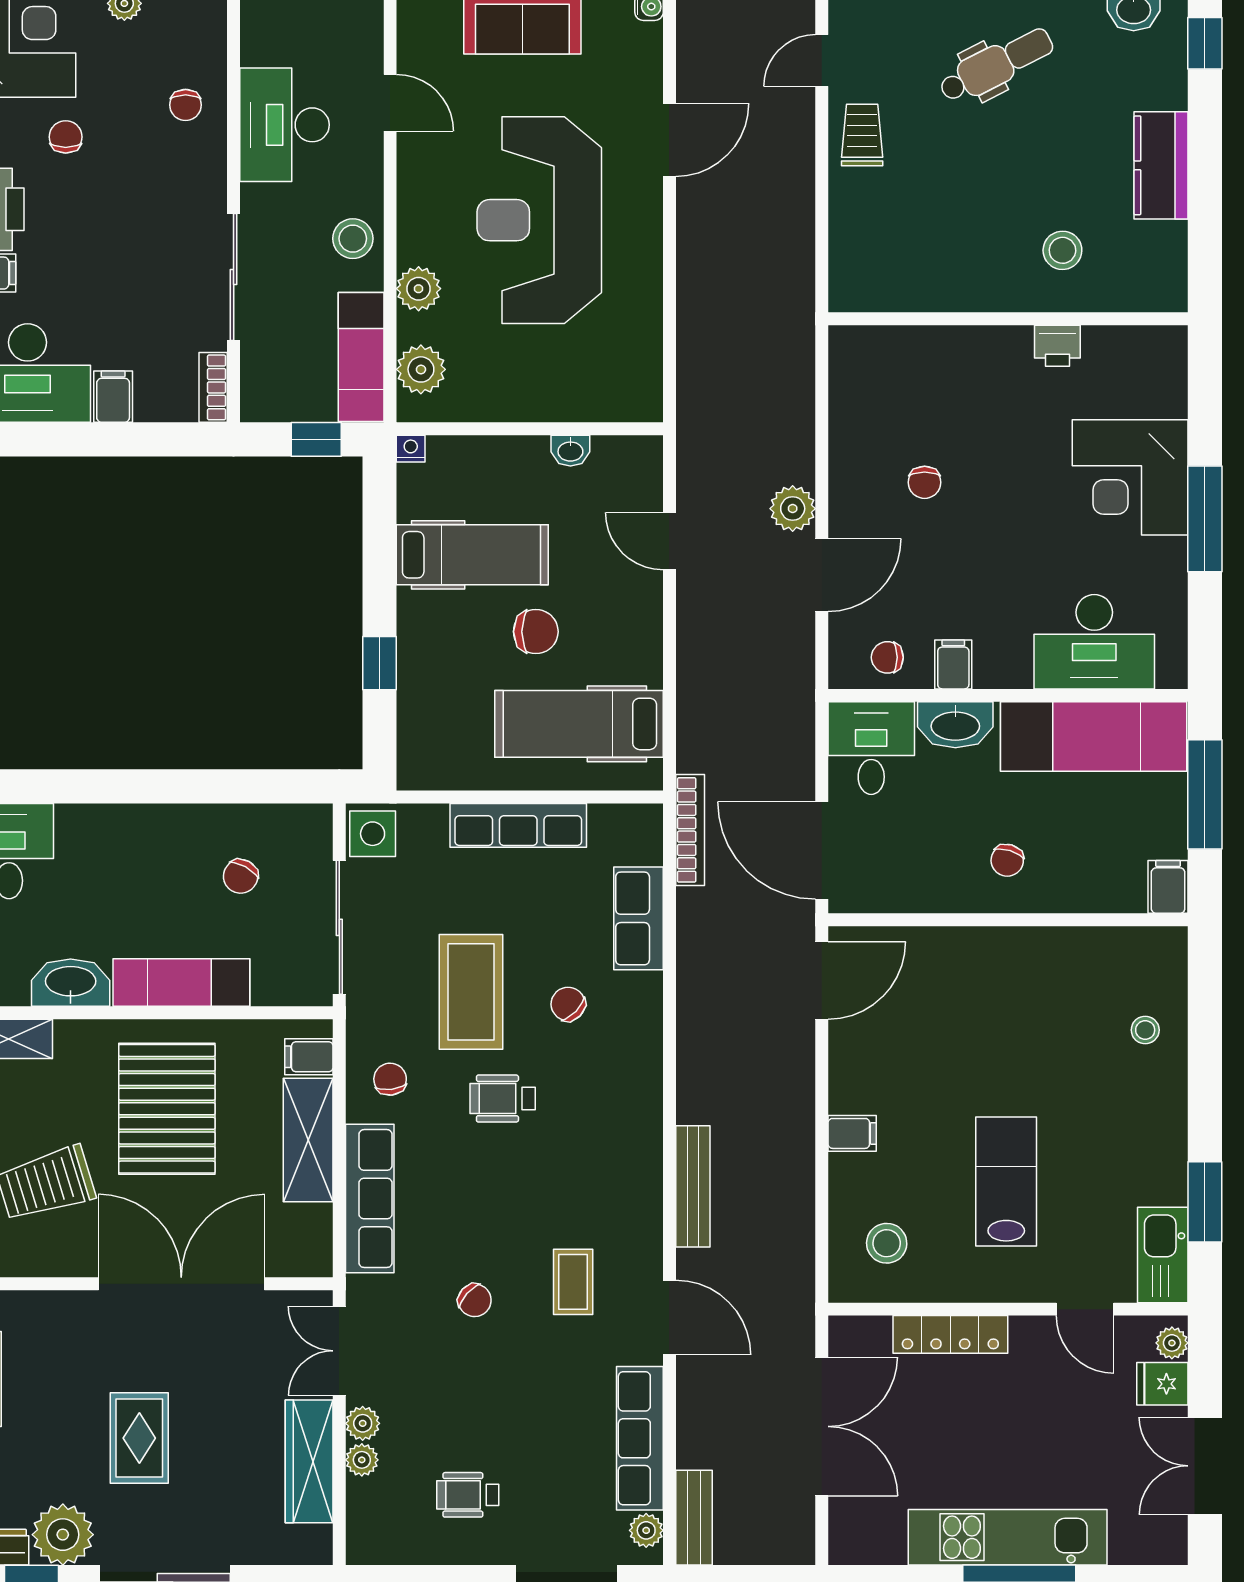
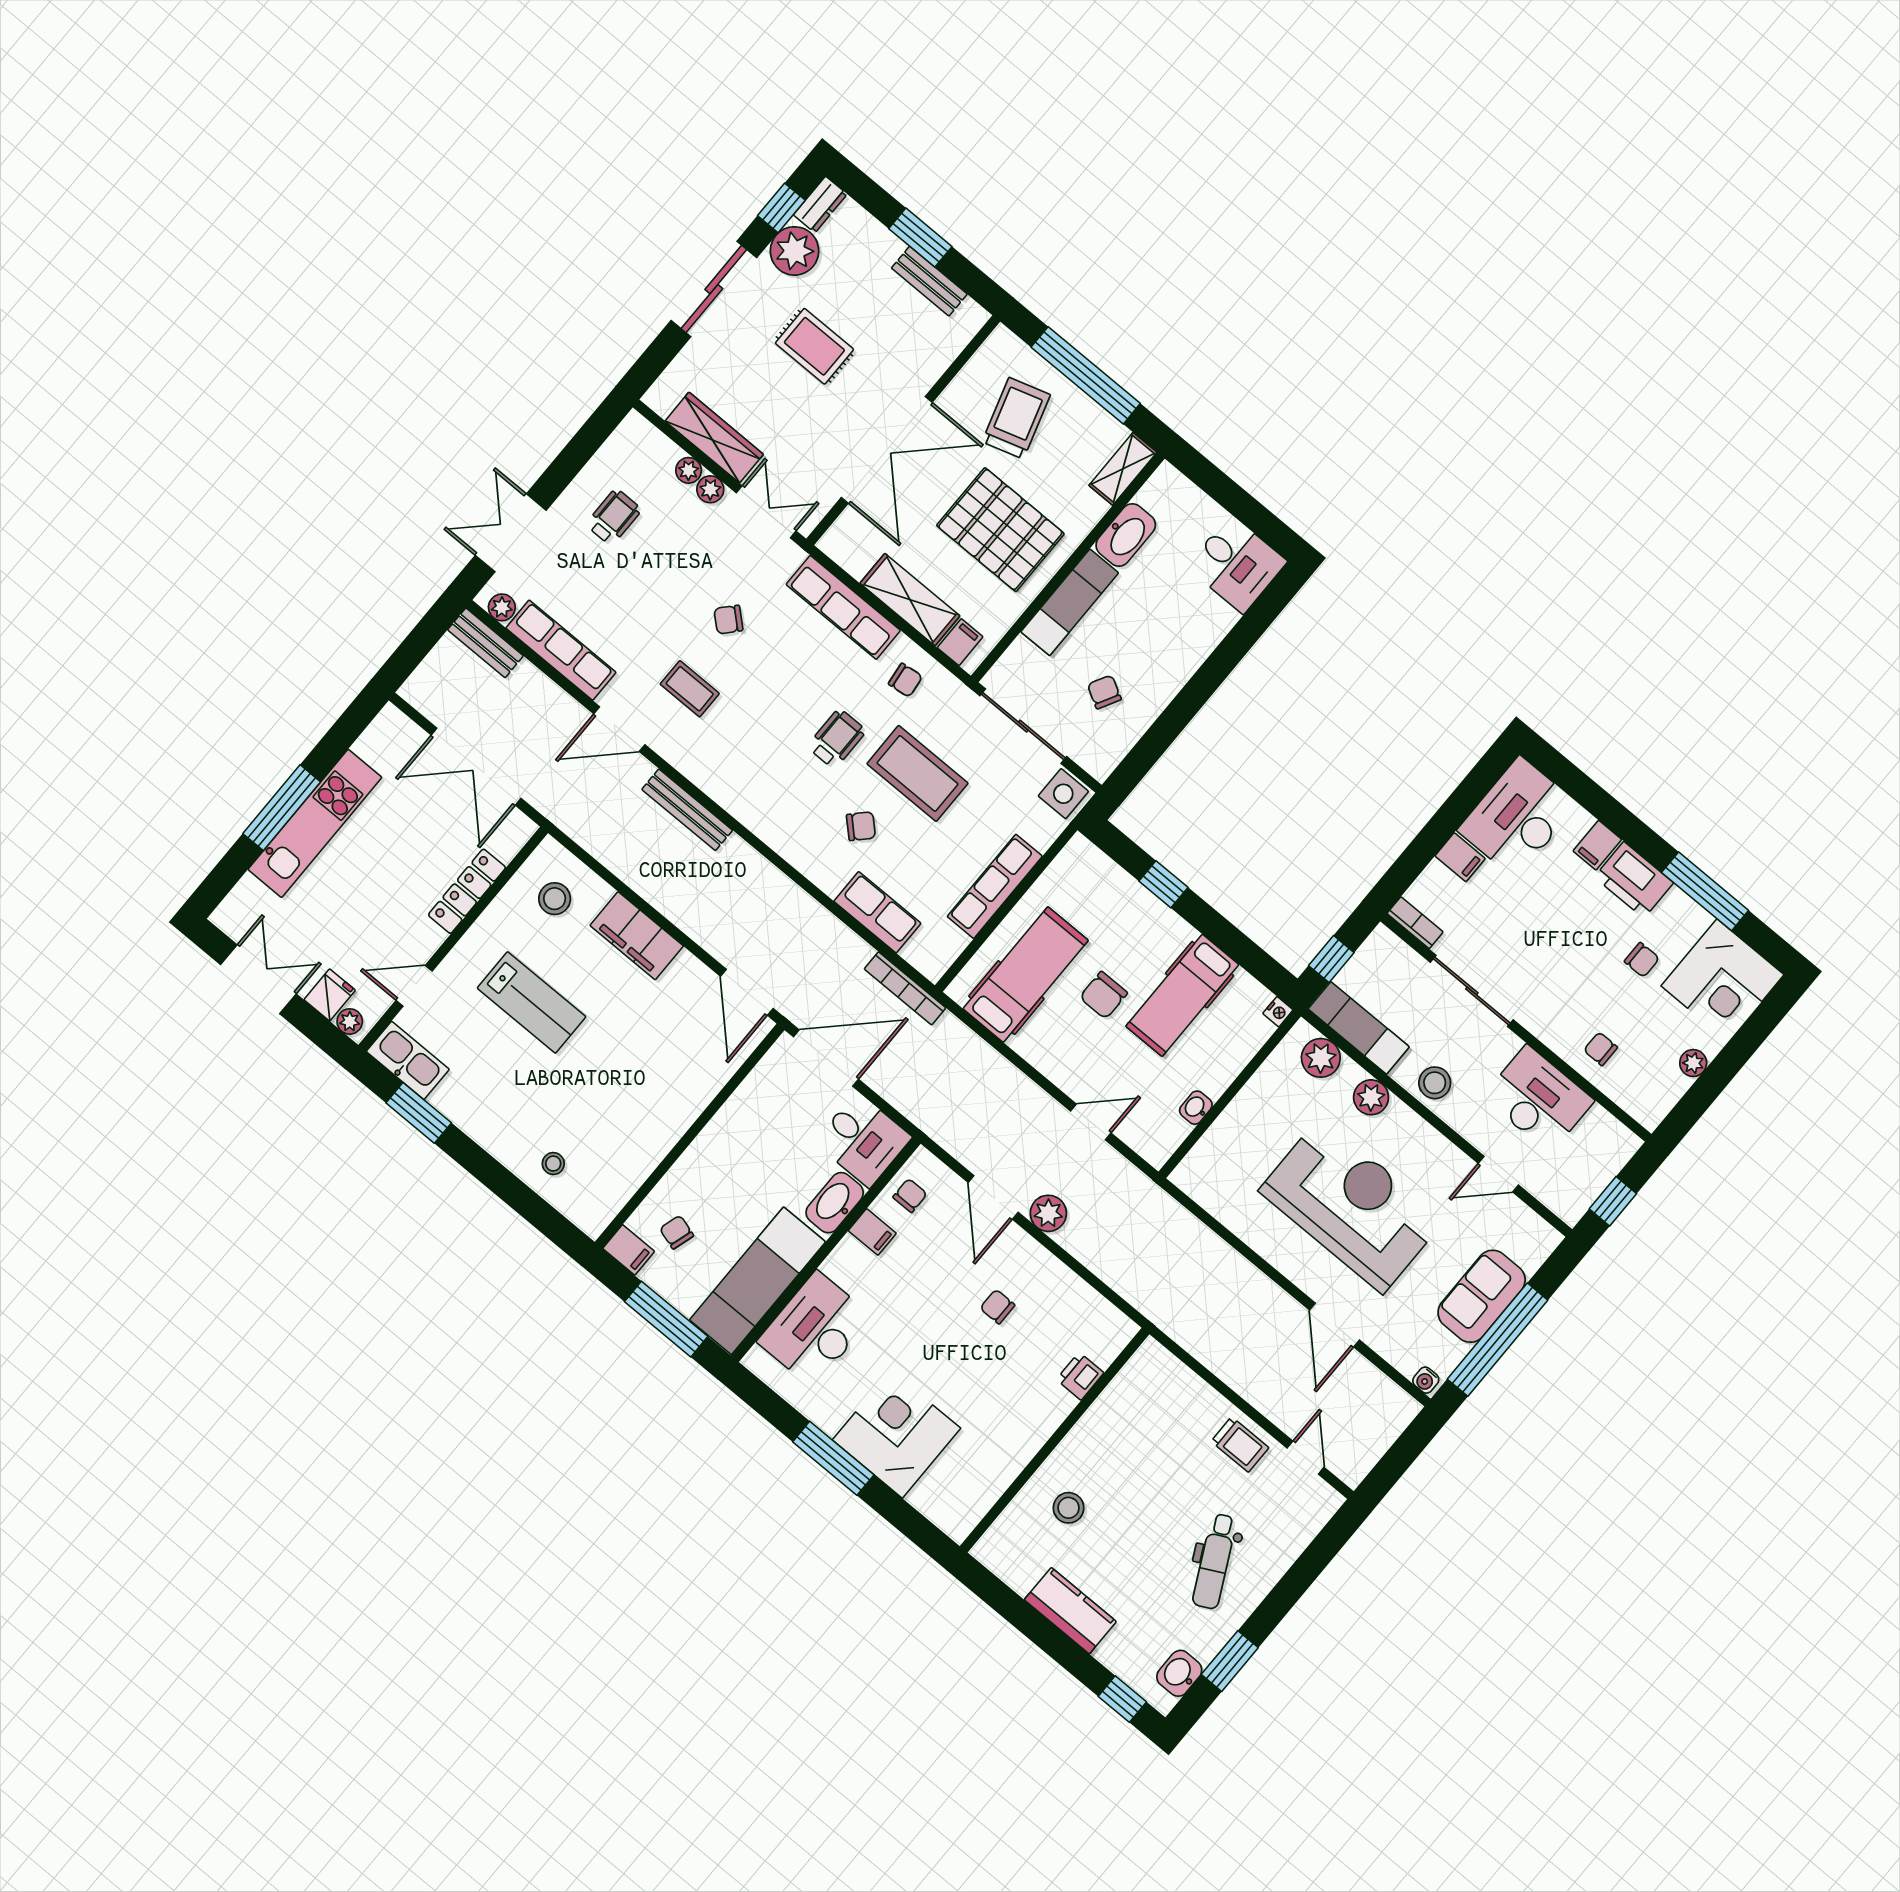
printer: (1057, 346) -> (1080, 1376), moved
chair: (1007, 860) -> (677, 1232), moved
filing cabinet: (852, 1133) -> (637, 936), width x3.00, depth x1.17

